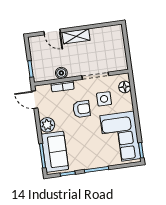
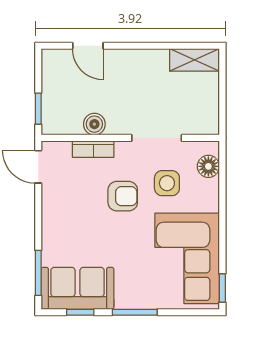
shelving: (76, 36) -> (194, 60), moved
plant: (47, 125) -> (55, 217), removed
sofa: (55, 152) -> (78, 288), moved, turned -90

